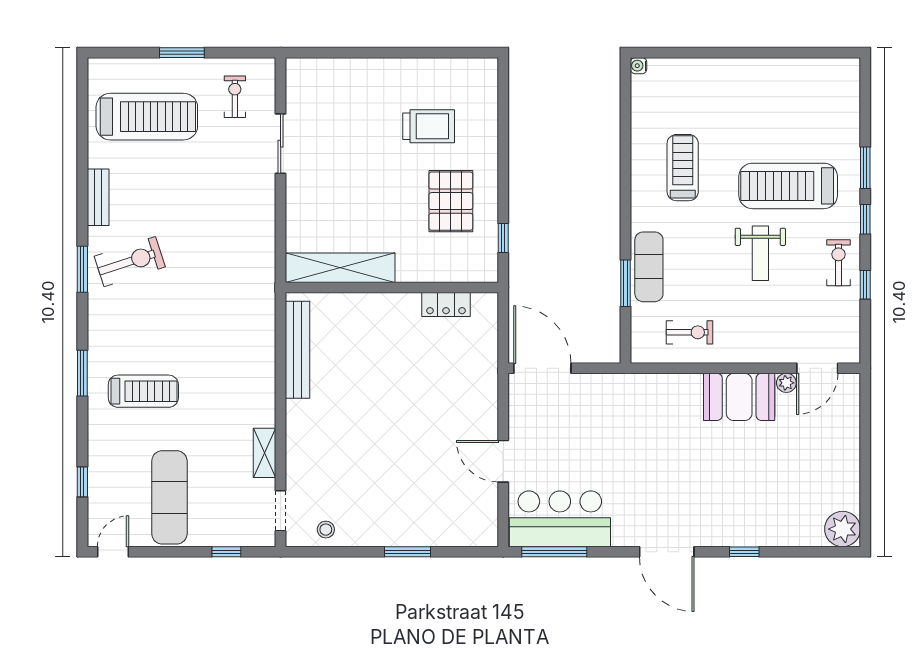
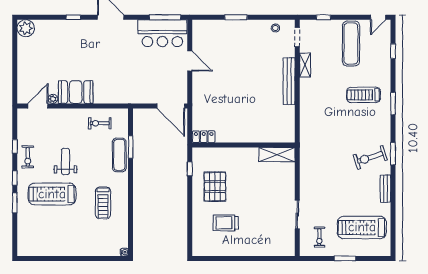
treadmill: (788, 186) -> (52, 194), turned 180
shelving: (340, 268) -> (277, 155), width x0.68
locker: (446, 305) -> (204, 137), moved
bench: (298, 350) -> (289, 81), moved

